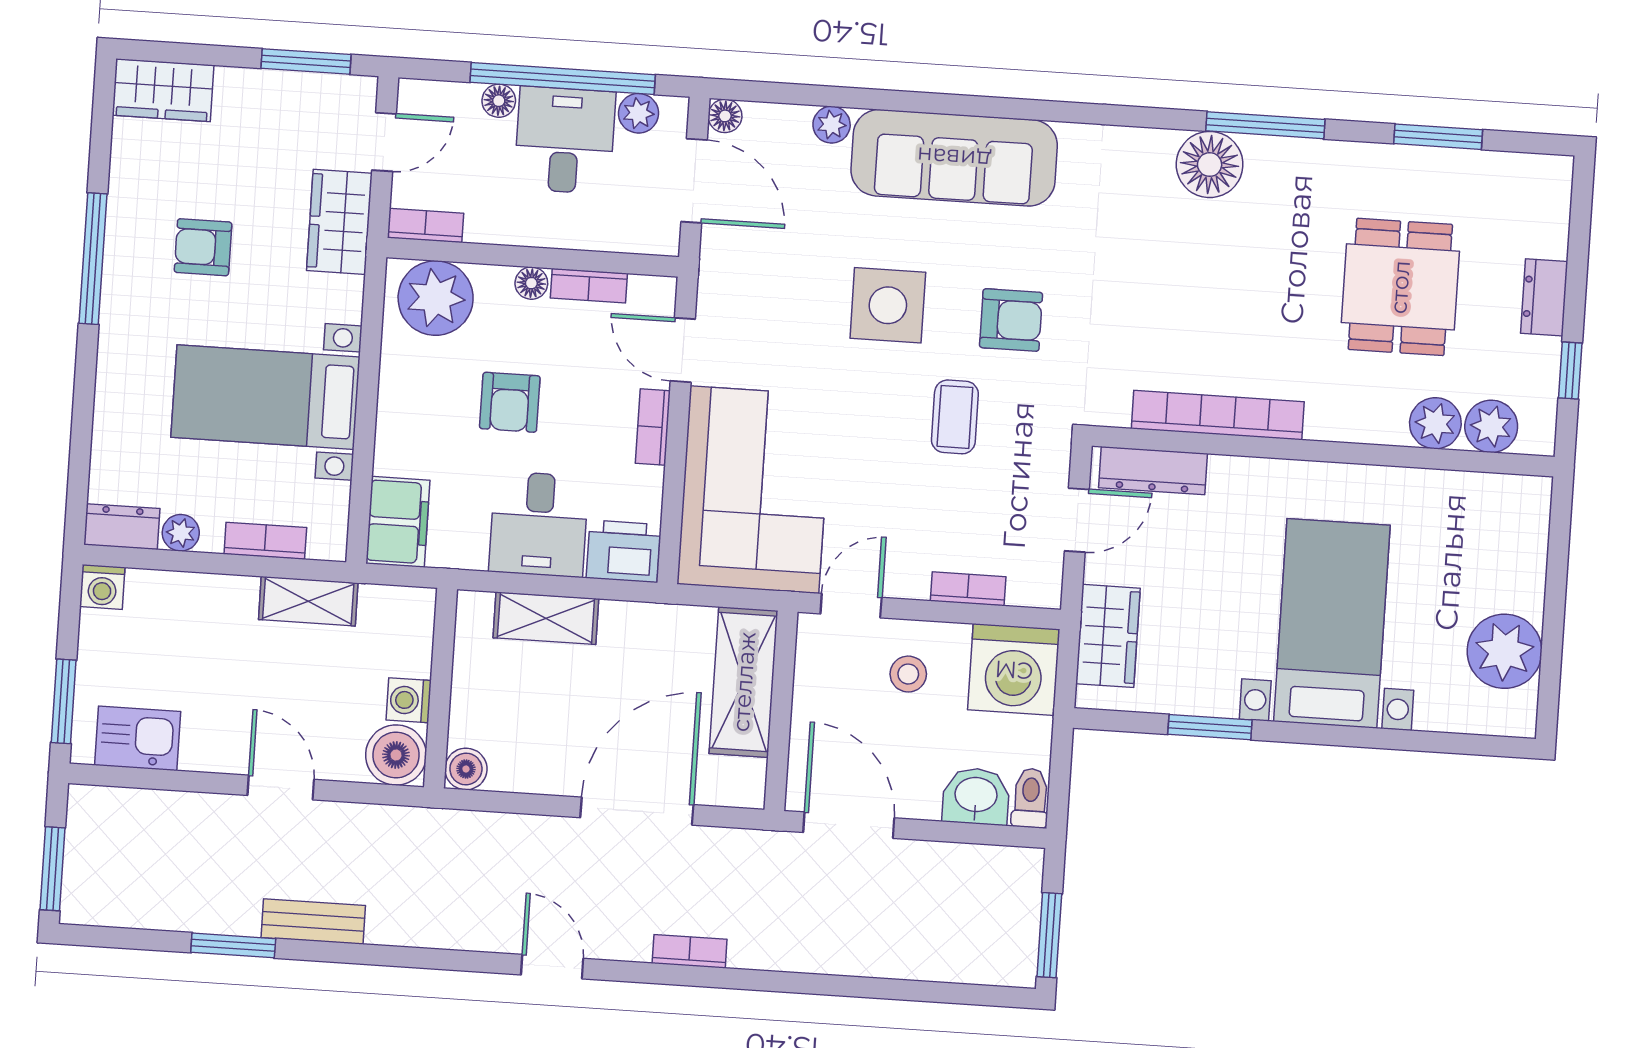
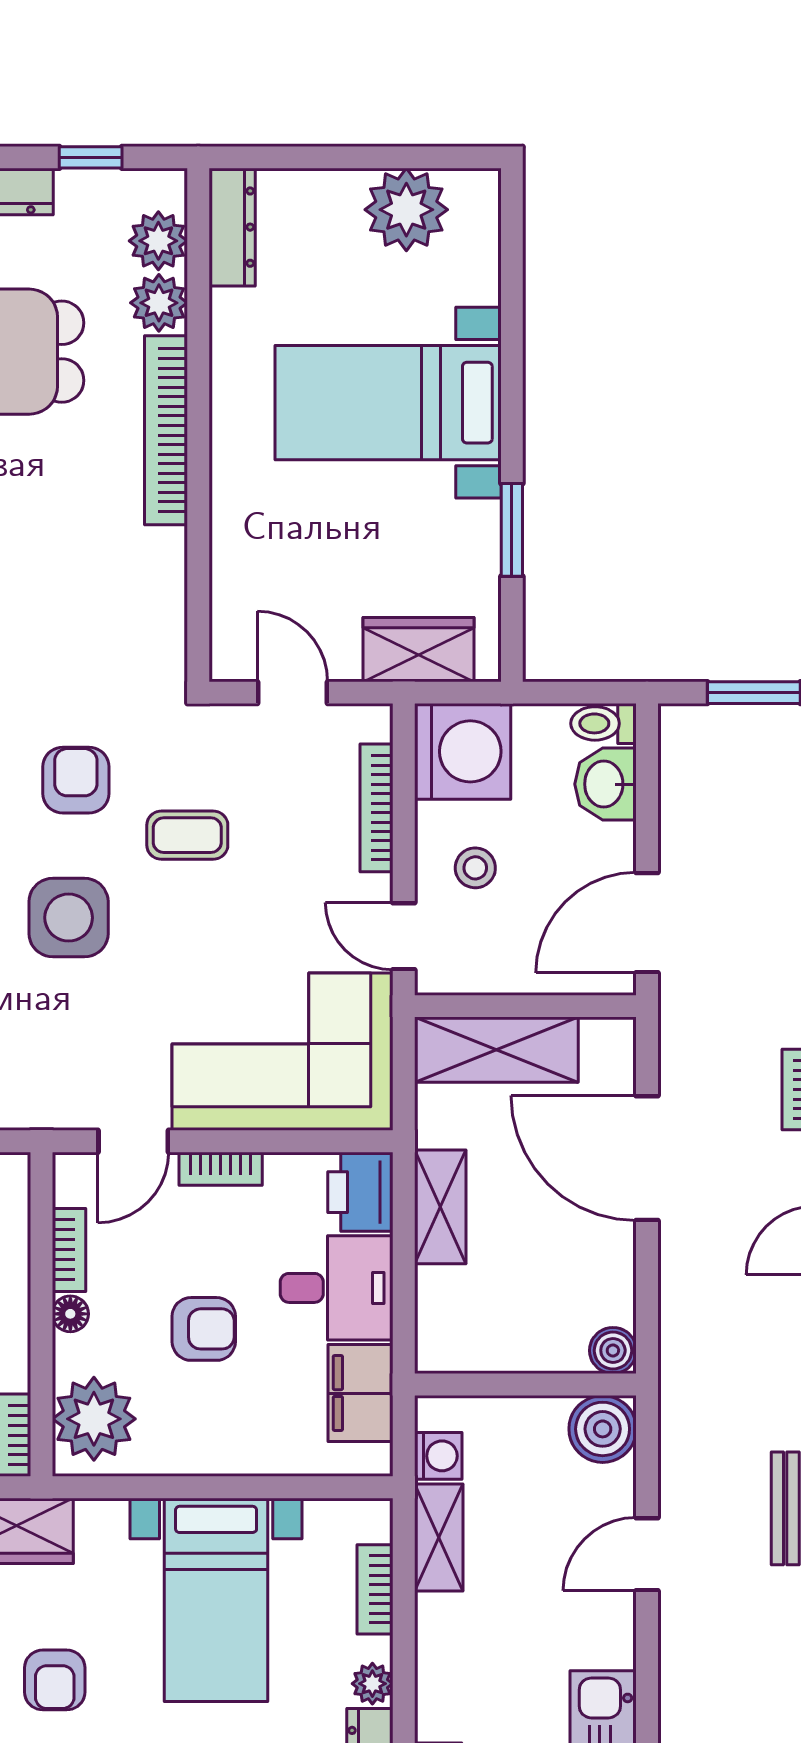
bookcase: (1218, 415) -> (166, 430), moved
dresser: (1153, 471) -> (232, 227), moved
filing cabinet: (398, 522) -> (361, 1393), moved, turned -90
bookcase: (968, 589) -> (377, 808), width x1.56
shelving: (546, 618) -> (440, 1207), moved
washing machine: (409, 700) -> (438, 1456), moved, turned -90

